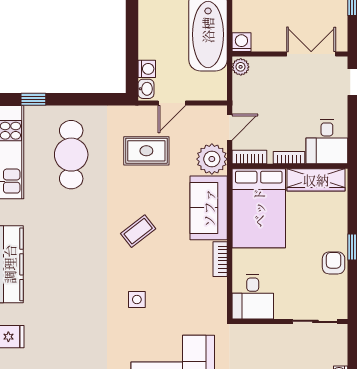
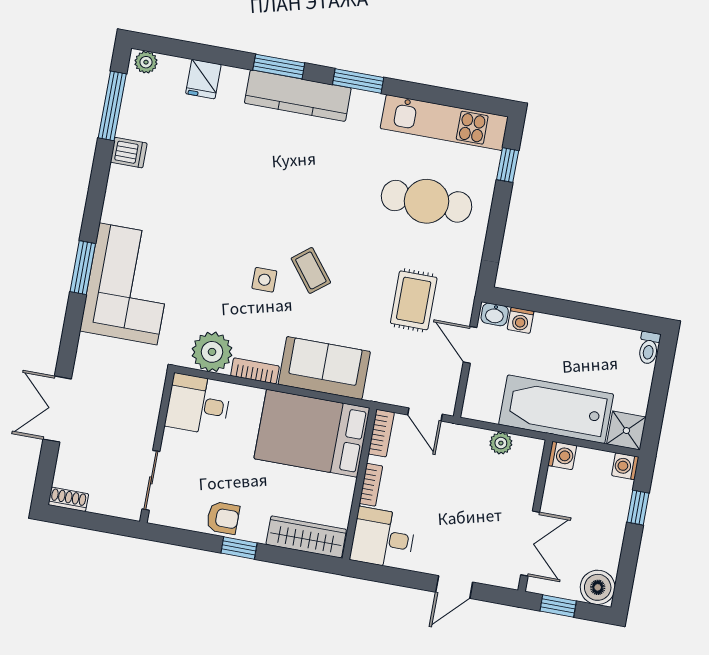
washing machine: (241, 42) -> (562, 455), moved
wall: (290, 54) -> (535, 516), moved
double door: (311, 54) -> (530, 544), moved
plant: (212, 159) -> (212, 352), moved
wardrobe: (316, 180) -> (306, 537), moved, turned 90
side table: (137, 299) -> (264, 280), moved

